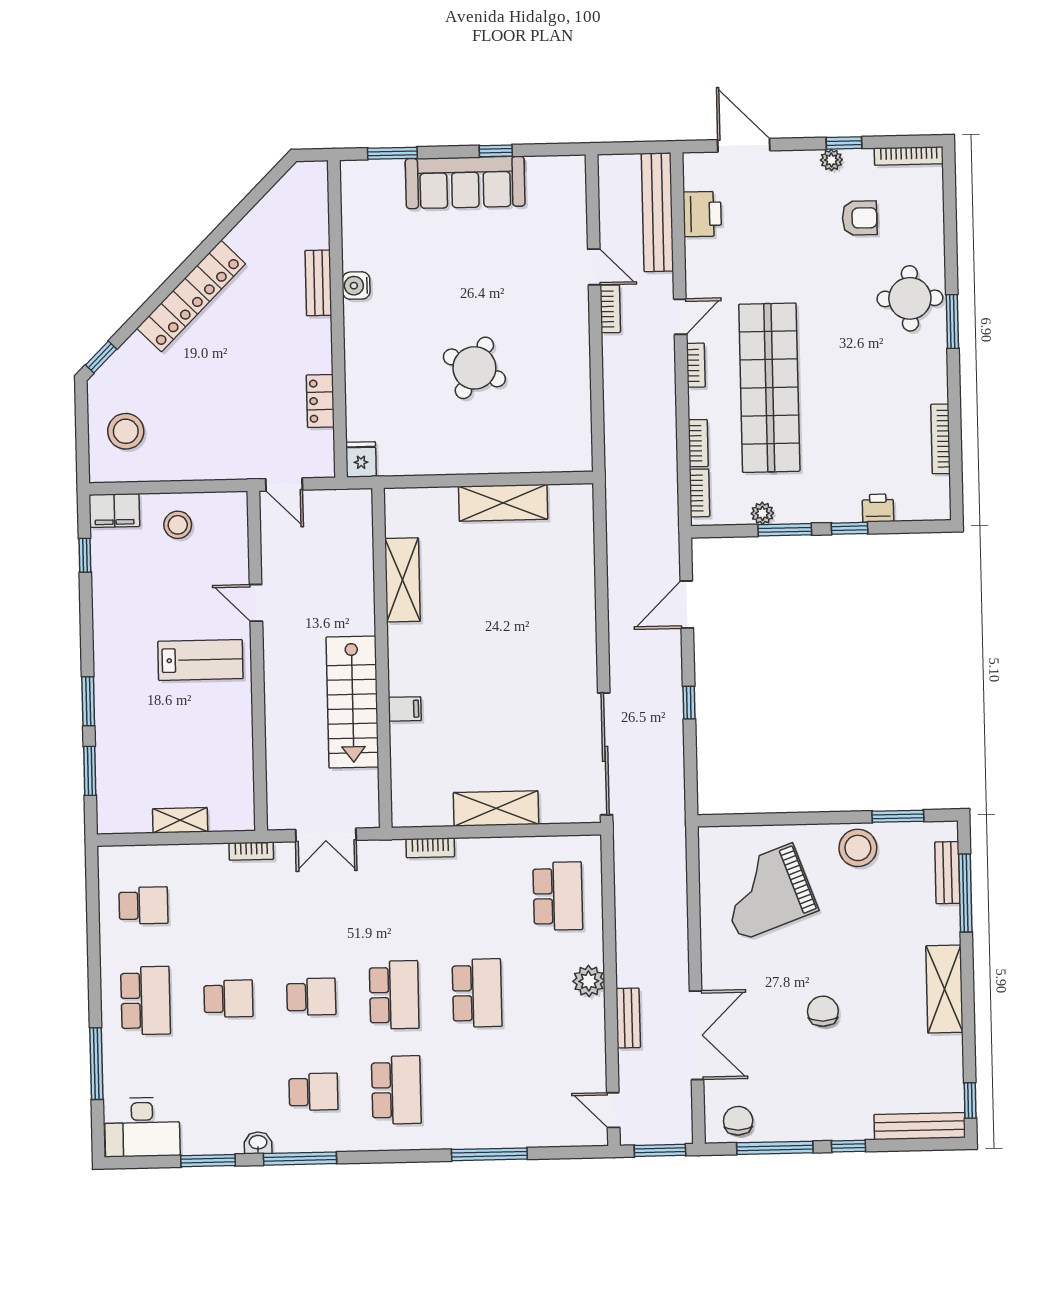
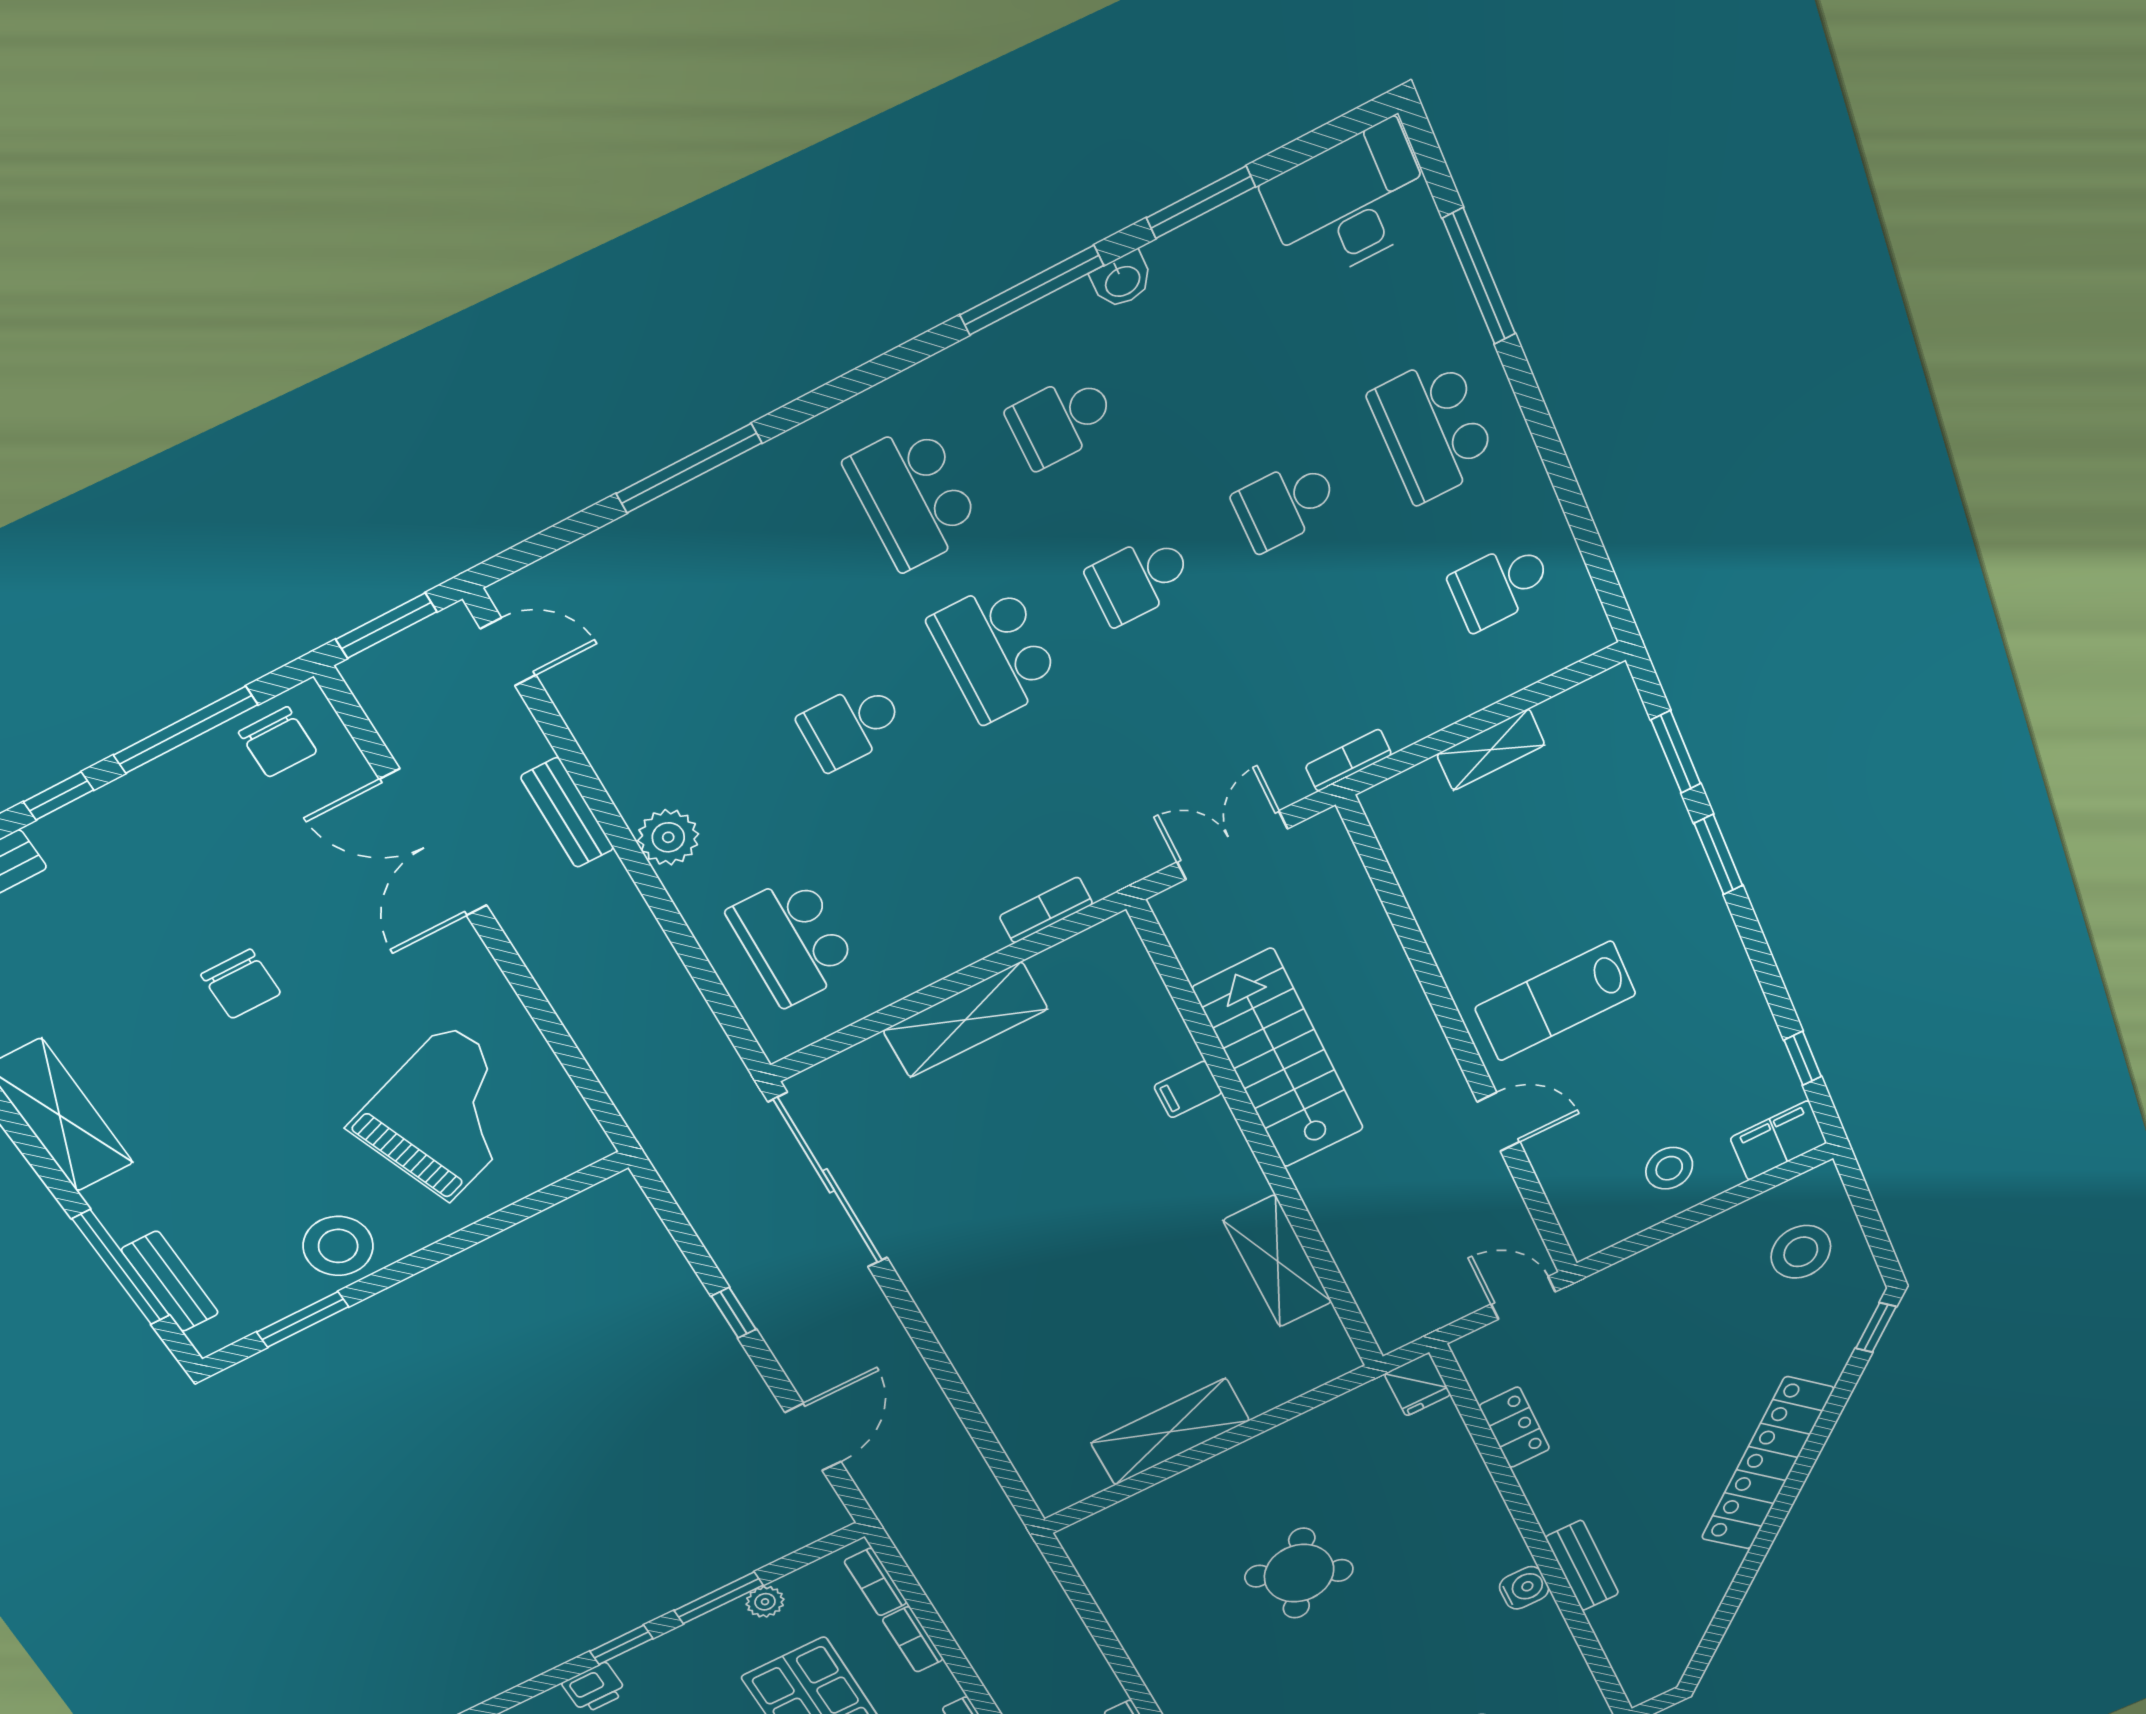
school desk: (477, 993) -> (851, 725), width x0.54

